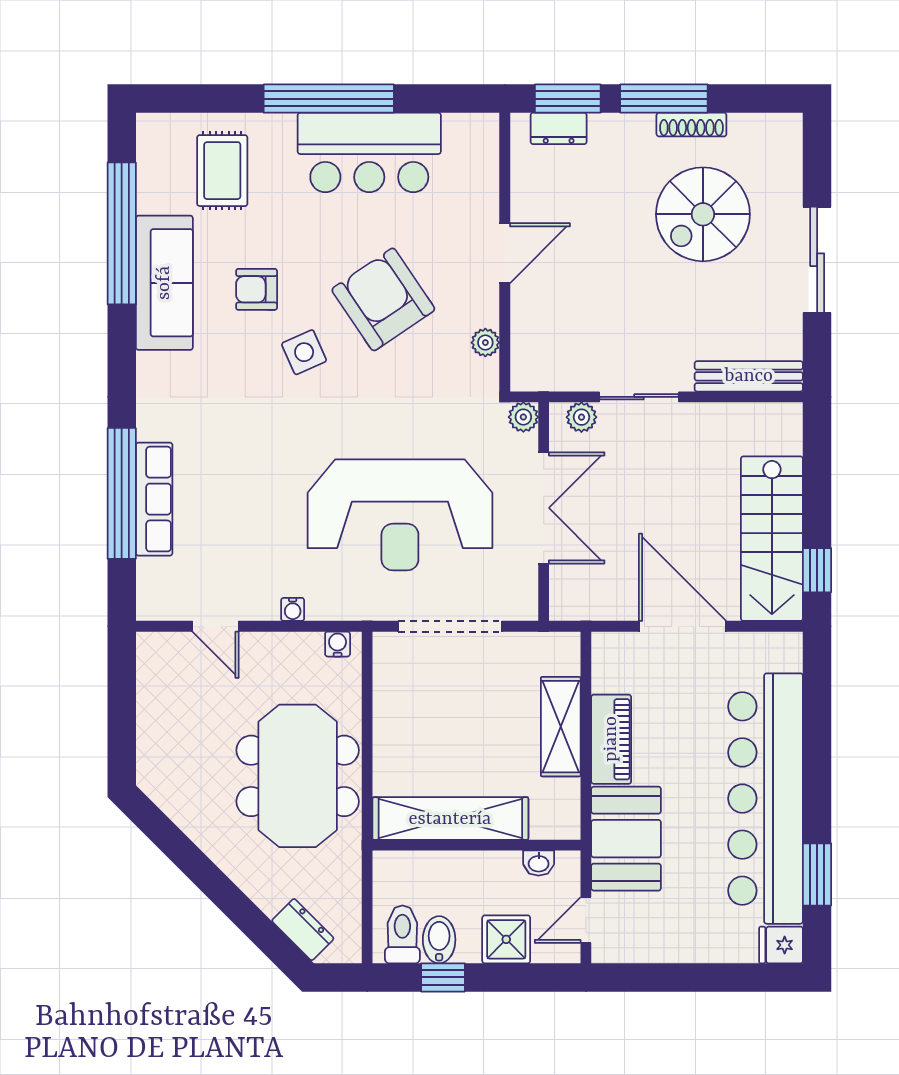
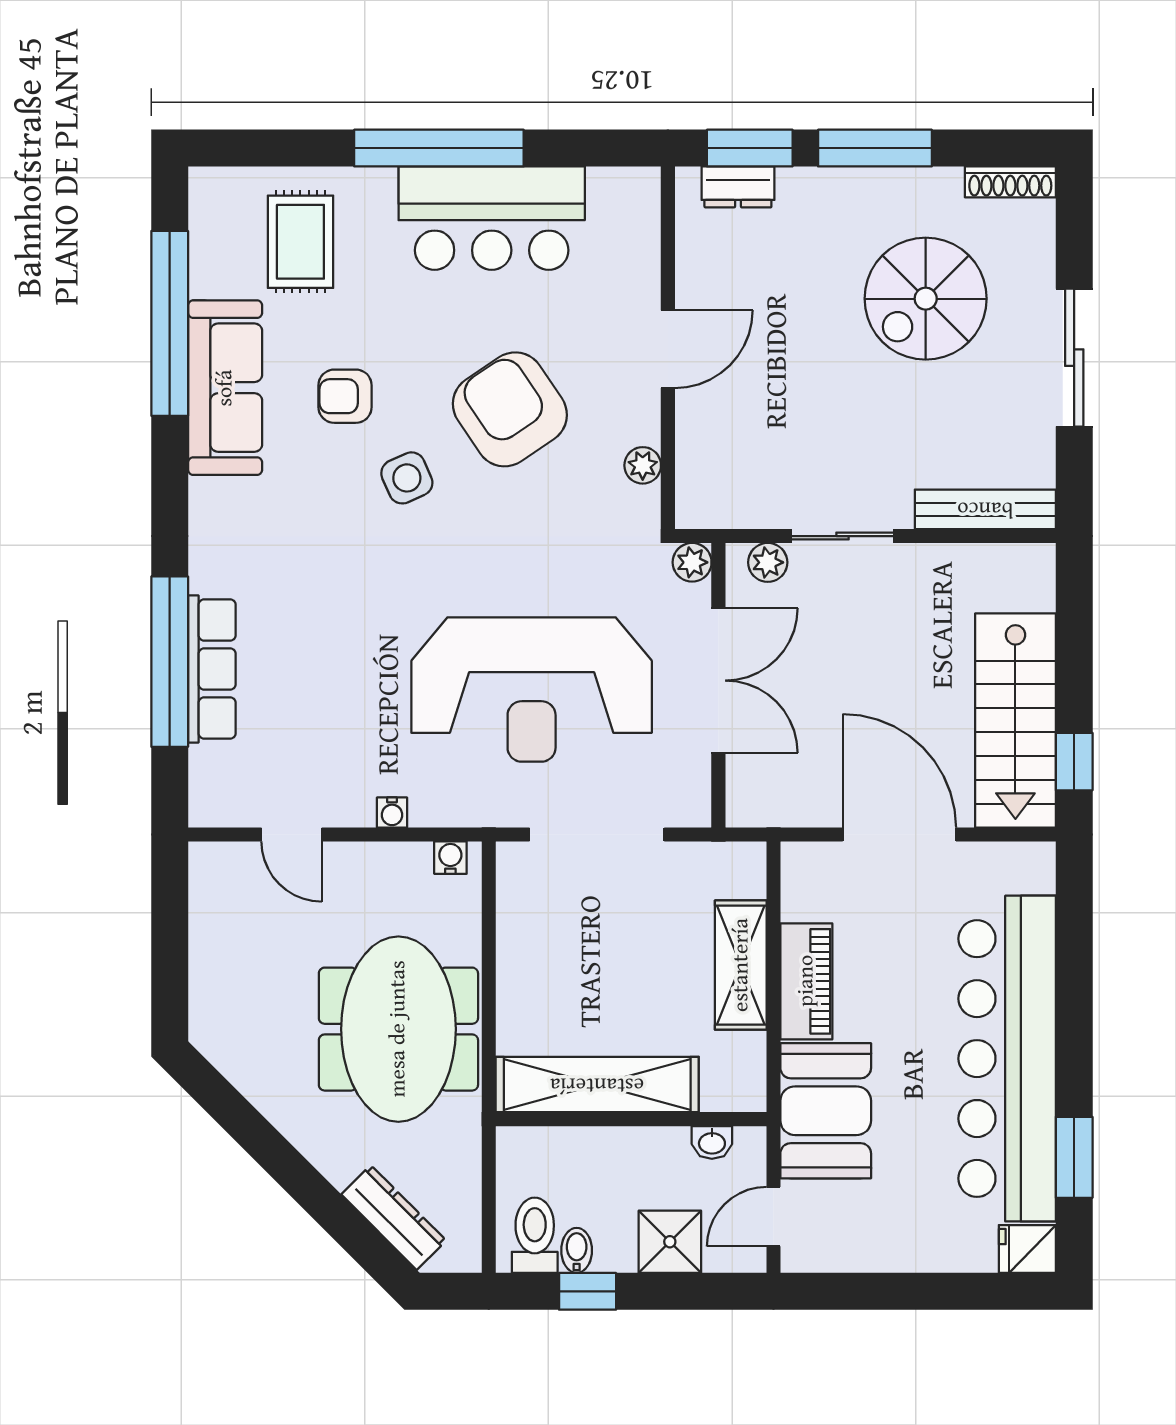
shoe rack: (691, 125) -> (1010, 182), moved
dresser: (303, 930) -> (394, 1217), width x1.44
bidet: (439, 940) -> (577, 1250), width x0.72, depth x0.74

